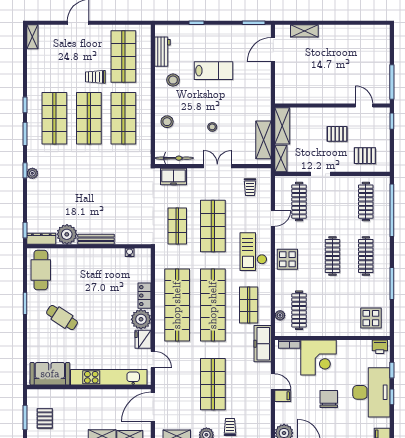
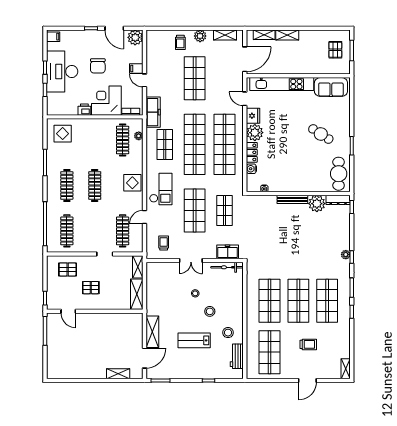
trolley: (95, 77) -> (308, 344), moved
stool: (167, 122) -> (210, 311), moved
shelving: (263, 140) -> (152, 332), moved
water cooler: (145, 276) -> (251, 169), added
printer: (380, 347) -> (84, 110), moved

